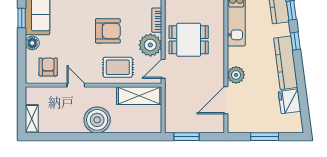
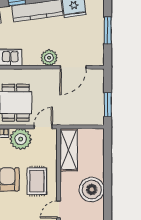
rug: (118, 67) -> (37, 181), moved
door: (163, 69) -> (43, 127), swing flipped
door: (226, 100) -> (73, 67), hinge flipped

